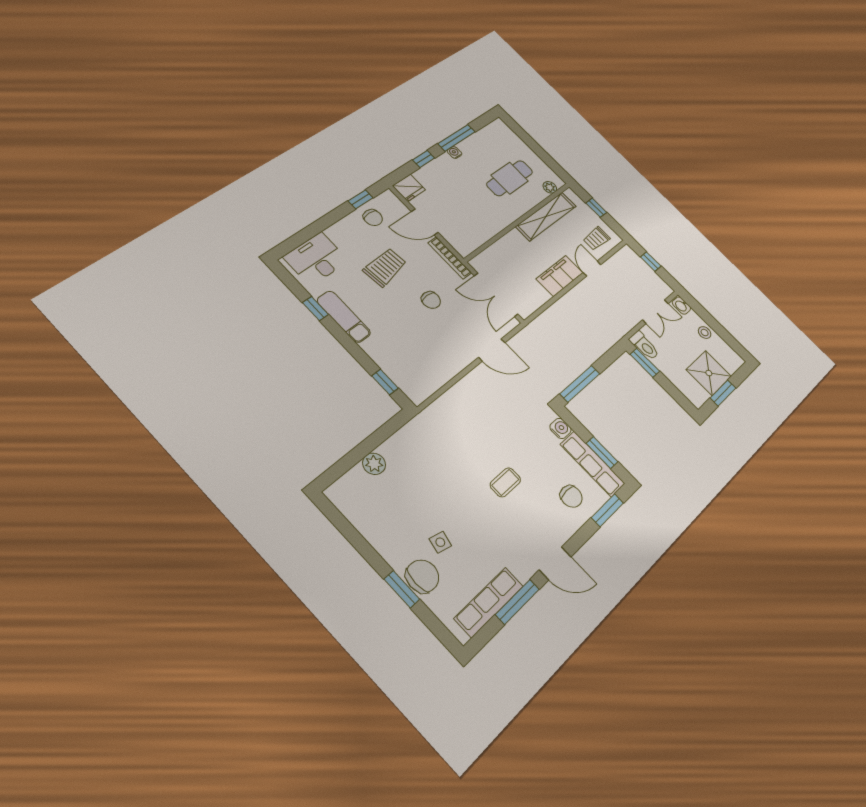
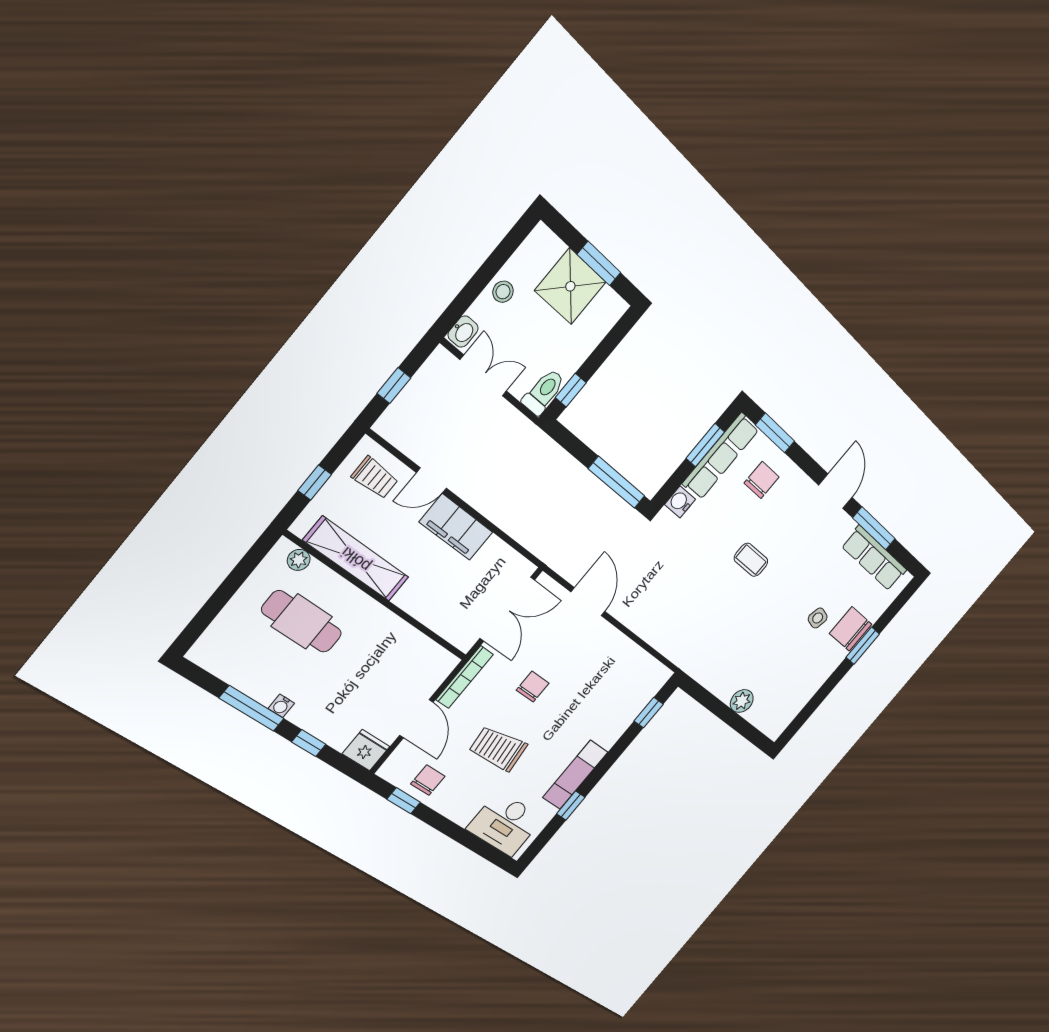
window: (645, 363) -> (571, 390), width x0.67

